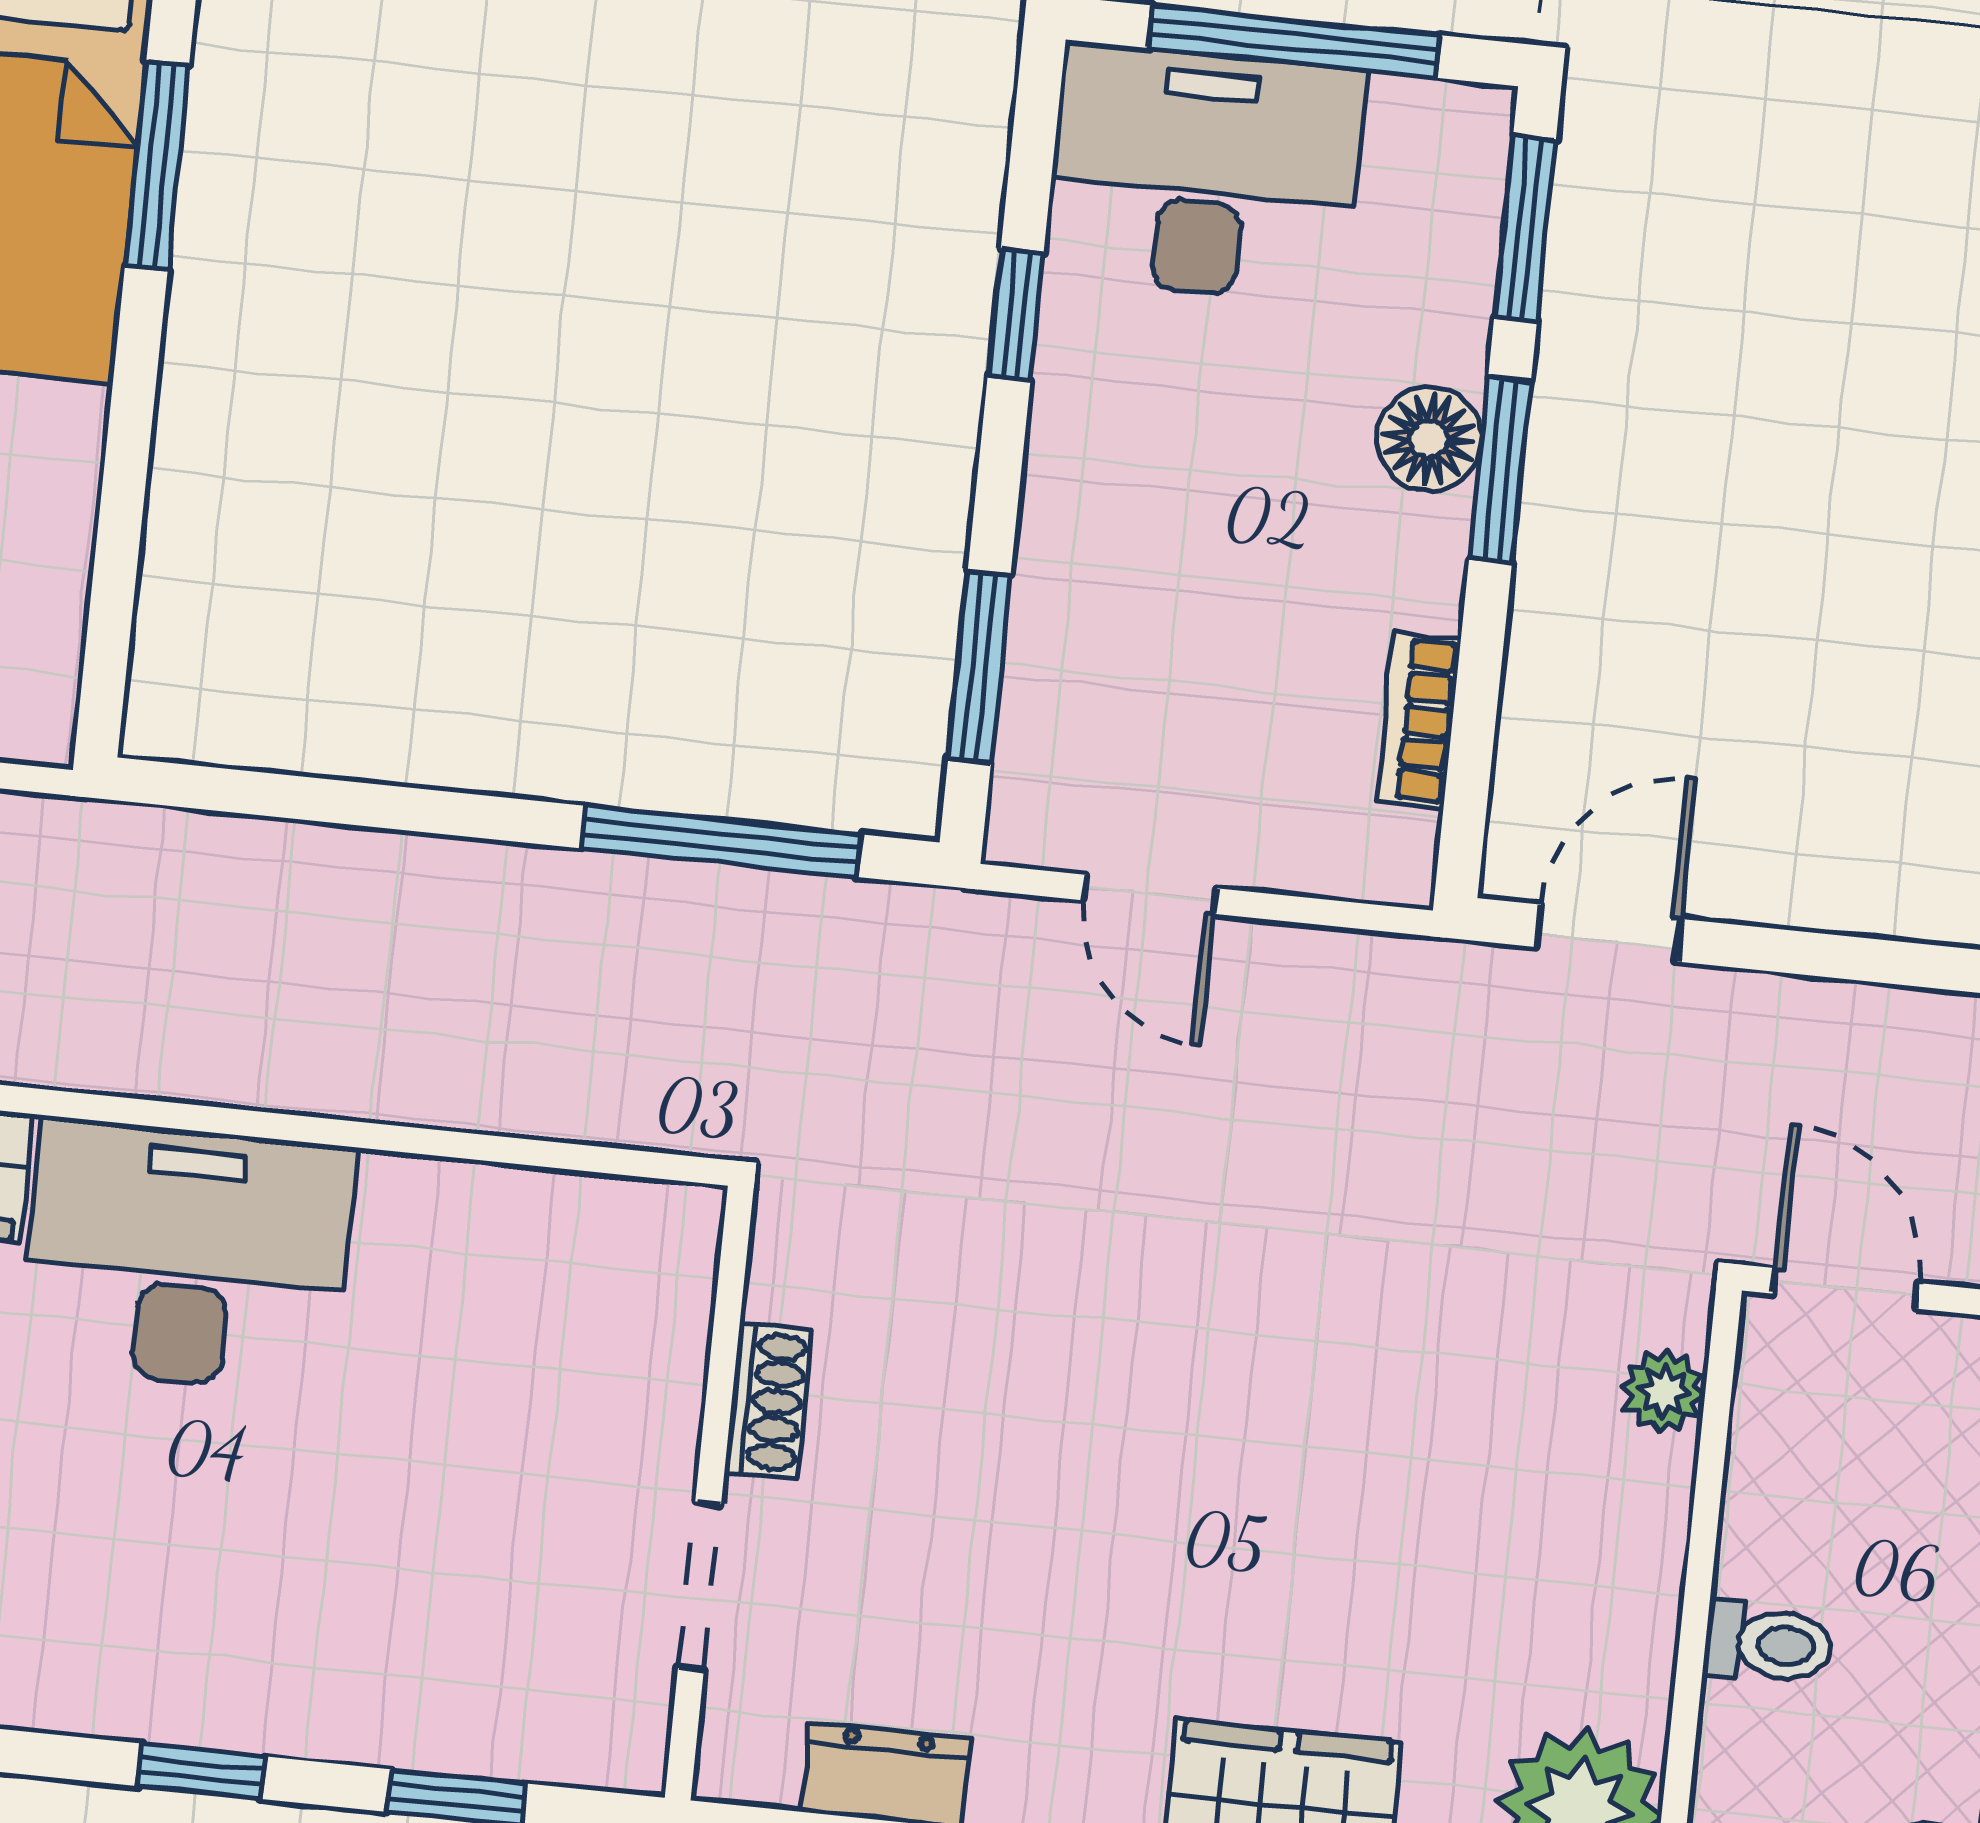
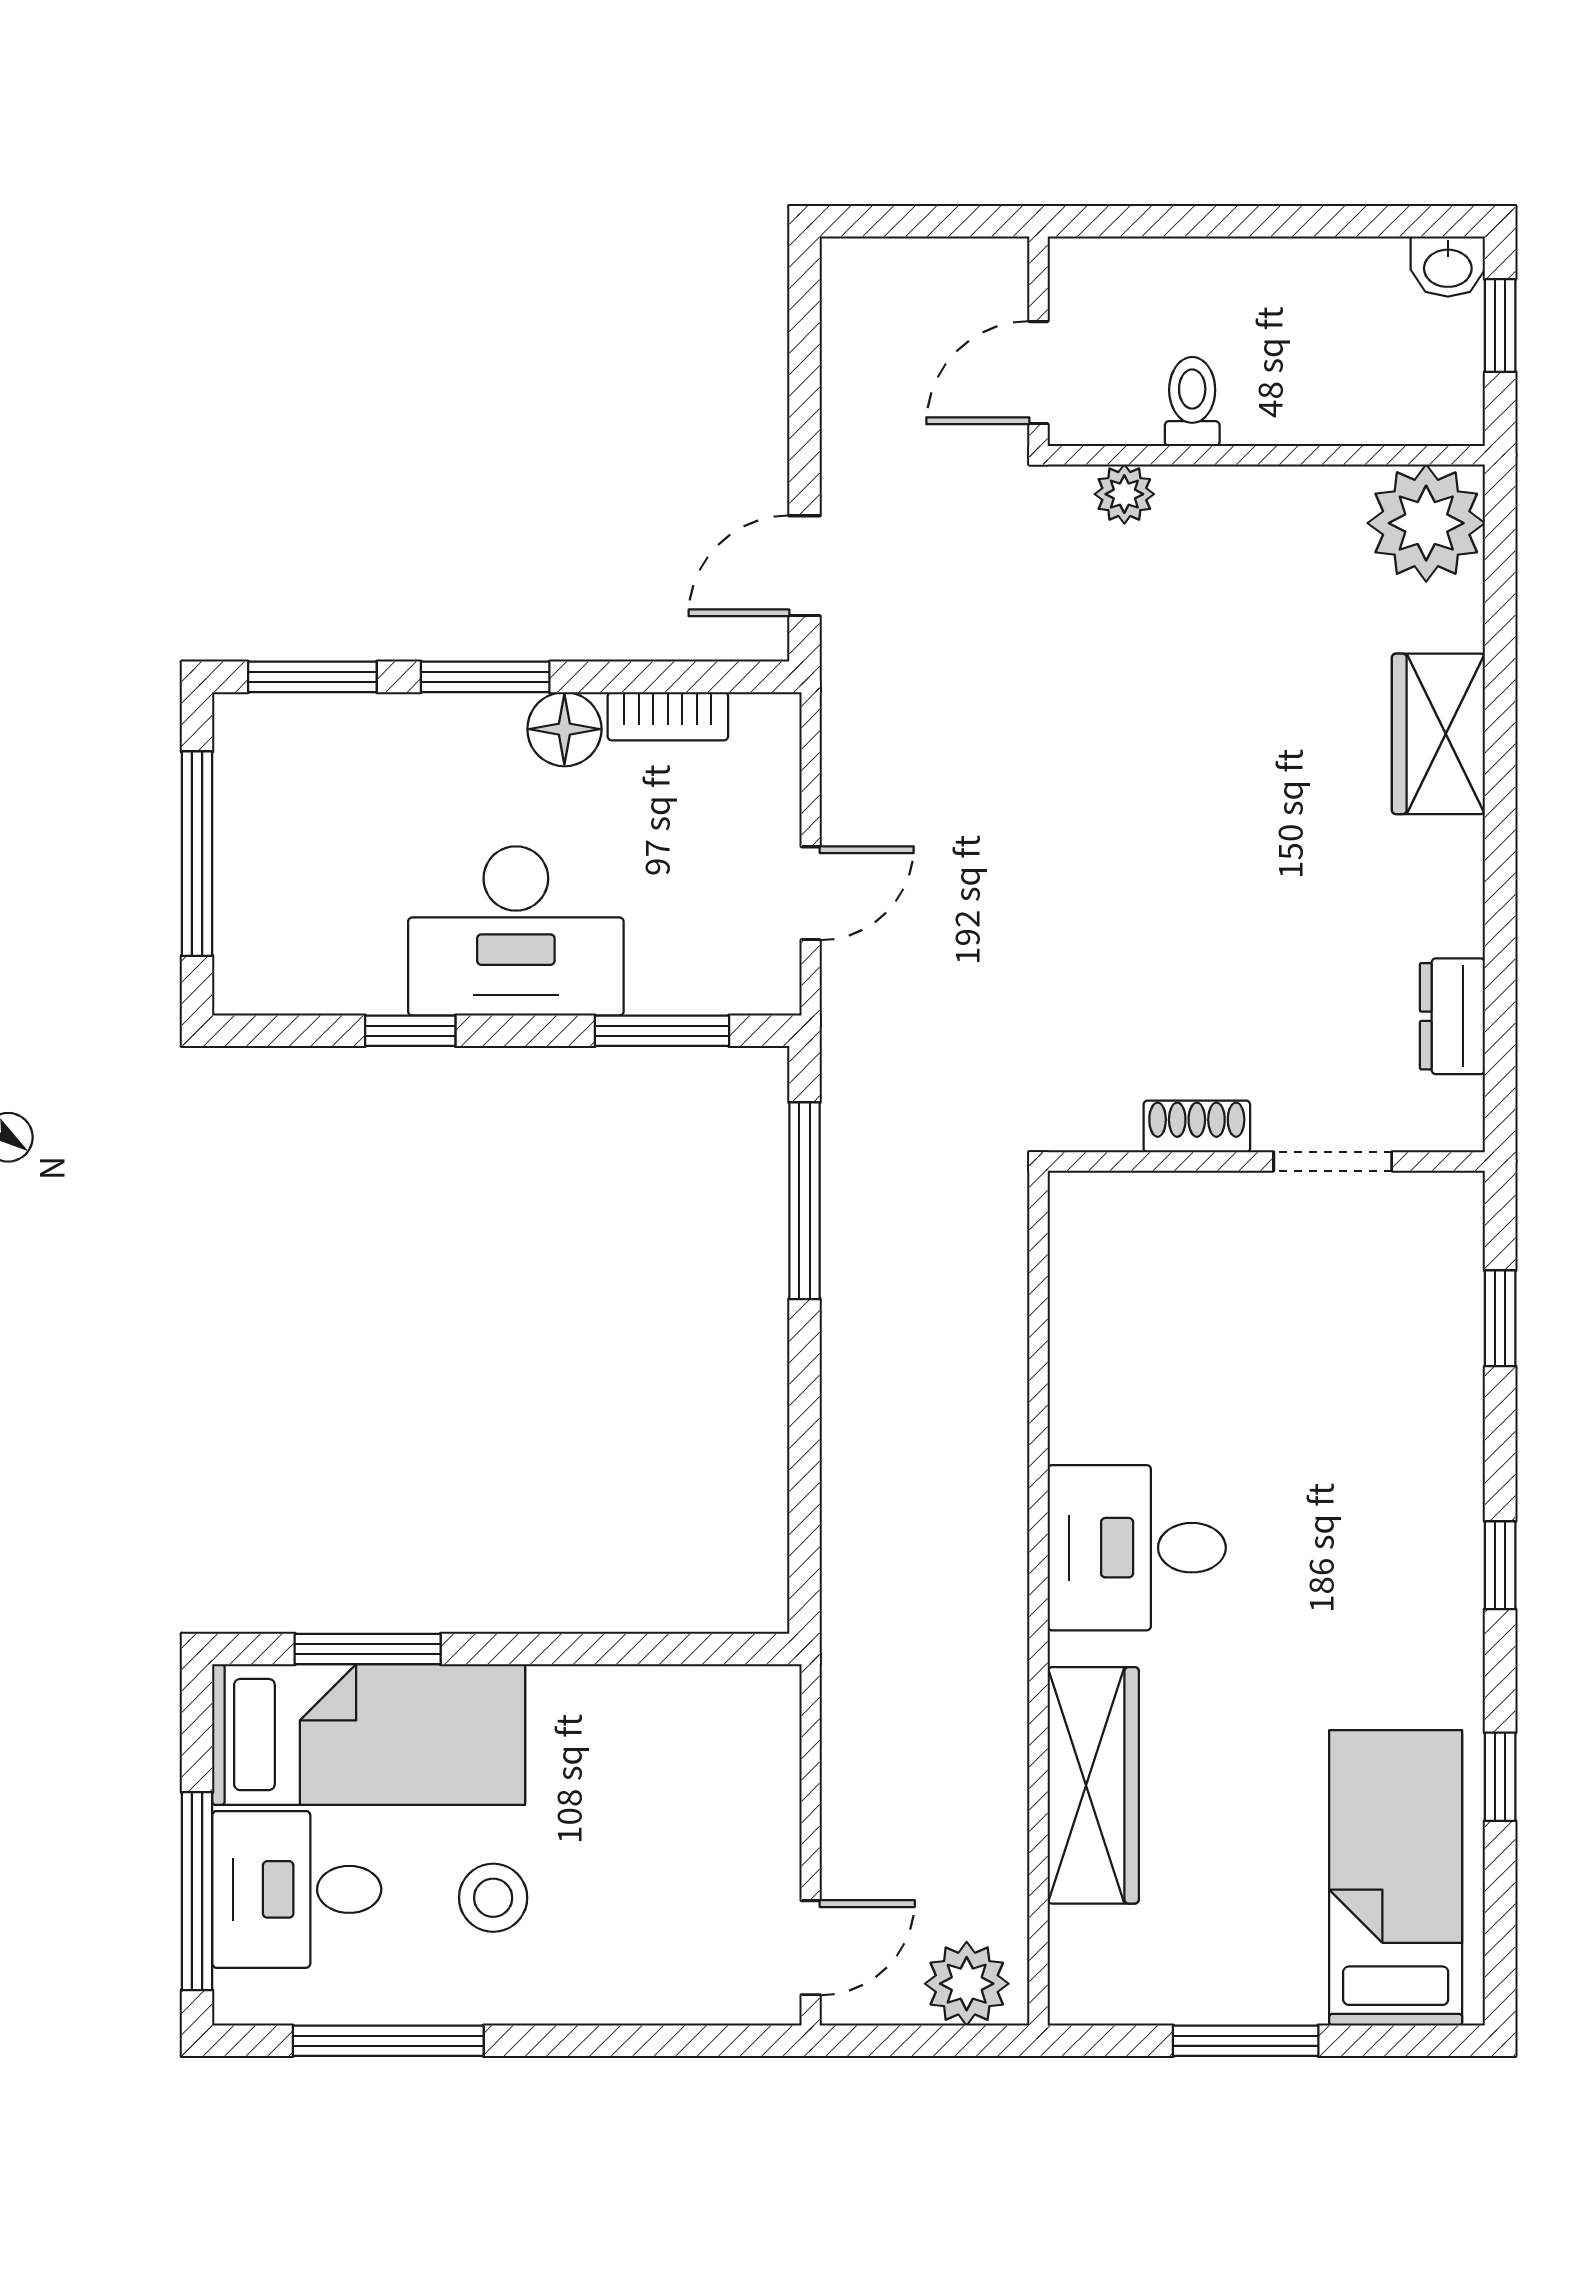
desk: (1204, 173) -> (516, 931), moved, turned -90
floor lamp: (1429, 439) -> (564, 729), moved
door: (1609, 933) -> (805, 566), hinge flipped
desk: (187, 1256) -> (1137, 1548), width x0.73
toilet: (1768, 1644) -> (1192, 402), moved
window: (201, 1771) -> (1500, 1565), moved

